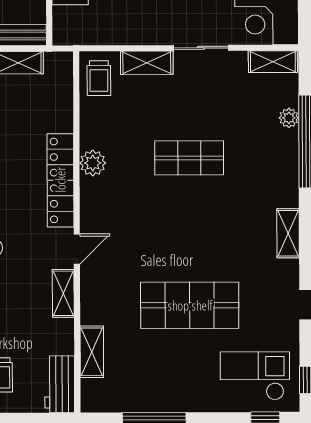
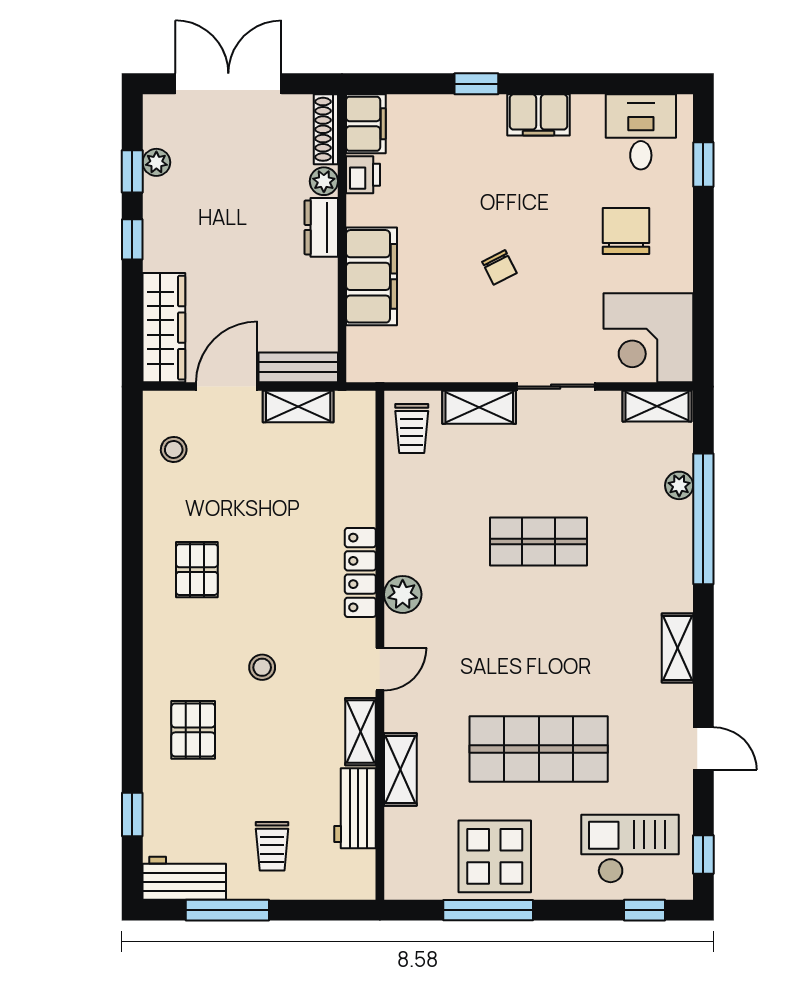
plant: (93, 163) -> (403, 594), moved
locker: (60, 180) -> (360, 572), width x0.71, depth x0.83
shelving: (92, 352) -> (400, 770), moved
display table: (159, 382) -> (495, 856), added
workbench: (60, 384) -> (355, 808), moved

